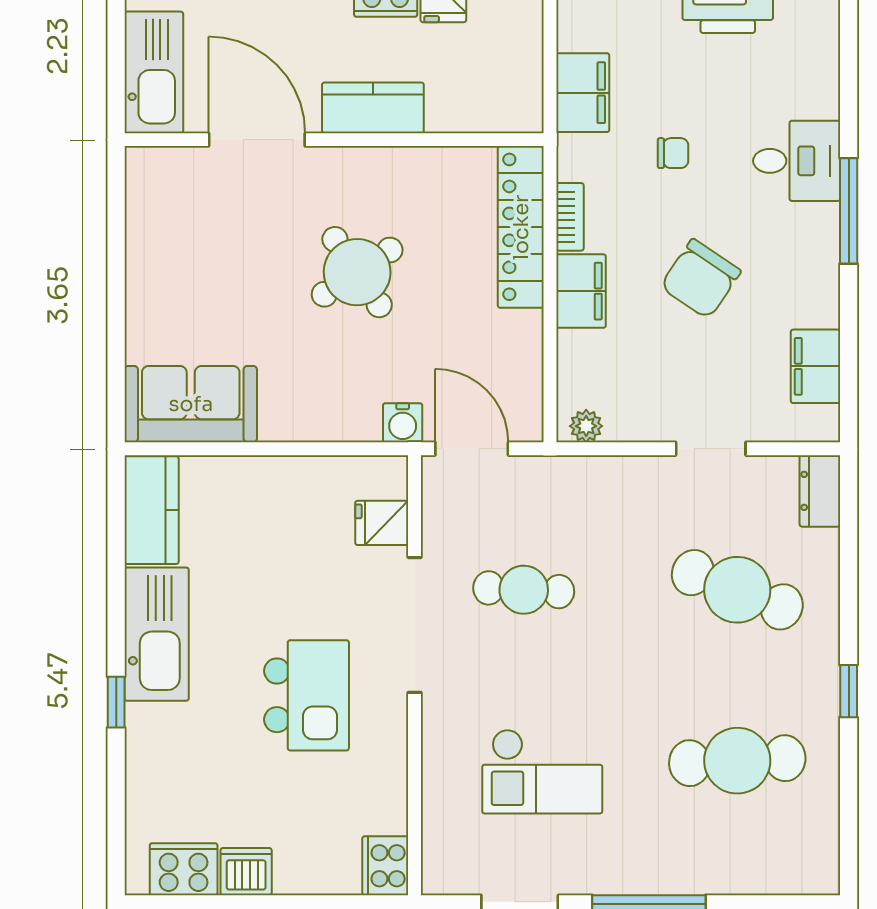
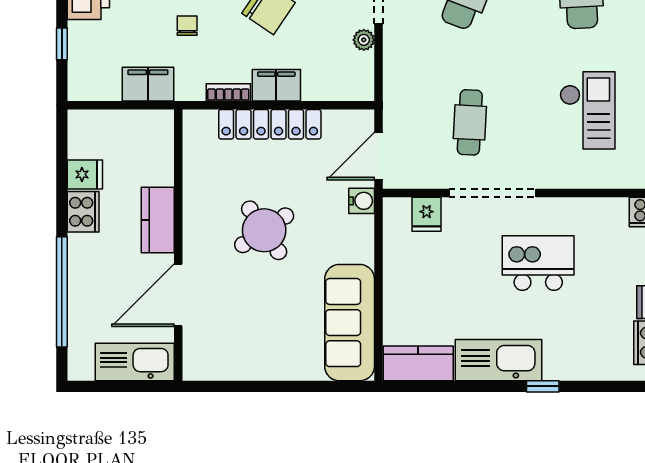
locker: (521, 227) -> (270, 124), moved
sofa: (191, 404) -> (350, 323), width x1.36
plant: (586, 426) -> (364, 40), moved

